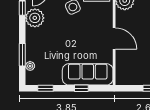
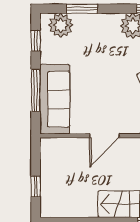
plant: (30, 66) -> (61, 25), width x1.88, depth x1.88
window: (81, 88) -> (36, 90), width x2.17

